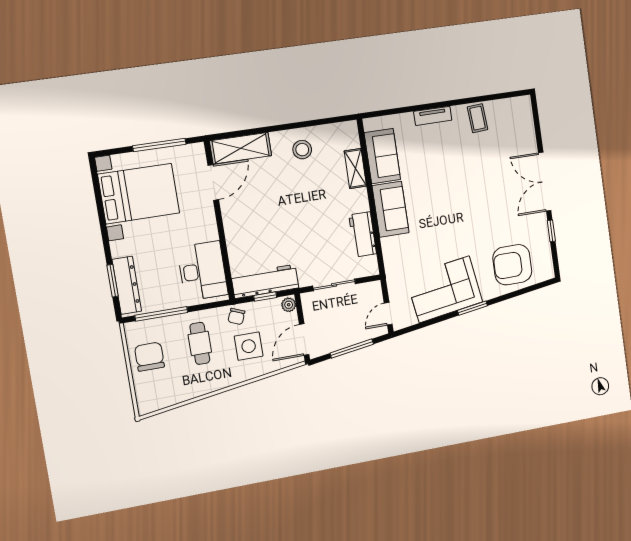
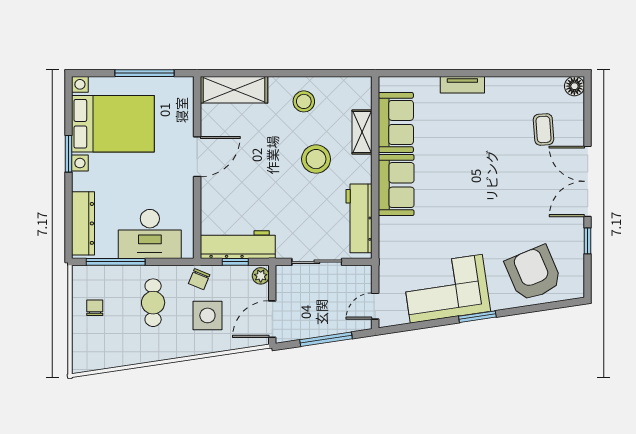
floor lamp: (524, 104) -> (574, 86), added
coffee table: (477, 118) -> (544, 129), moved
door: (213, 182) -> (197, 157), moved
stool: (320, 198) -> (316, 159), added
workbench: (363, 234) -> (359, 218), width x1.38
armchair: (512, 265) -> (534, 273), turned 67
desk: (203, 271) -> (150, 234), moved, turned 90
window: (113, 281) -> (68, 154), moved
chair: (149, 357) -> (95, 308), width x0.54, depth x0.54

